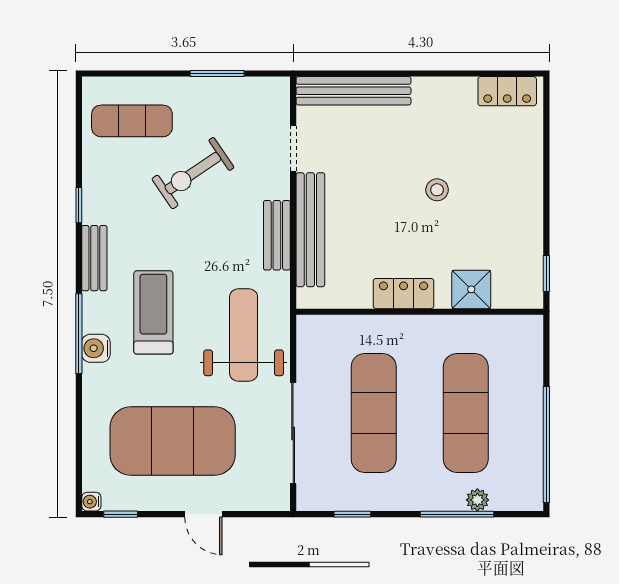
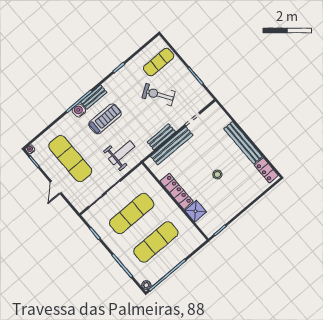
bench: (354, 91) -> (243, 143), moved
exercise mat: (132, 121) -> (159, 62), turned 90
bench: (94, 258) -> (94, 97), moved
locker: (404, 294) -> (176, 191), width x1.53
weight bench: (244, 335) -> (122, 153), width x0.73, depth x0.75
exercise mat: (173, 441) -> (70, 159), width x0.68
plant: (477, 500) -> (146, 285), moved

